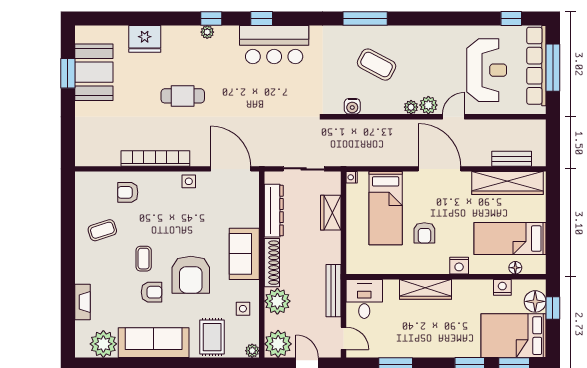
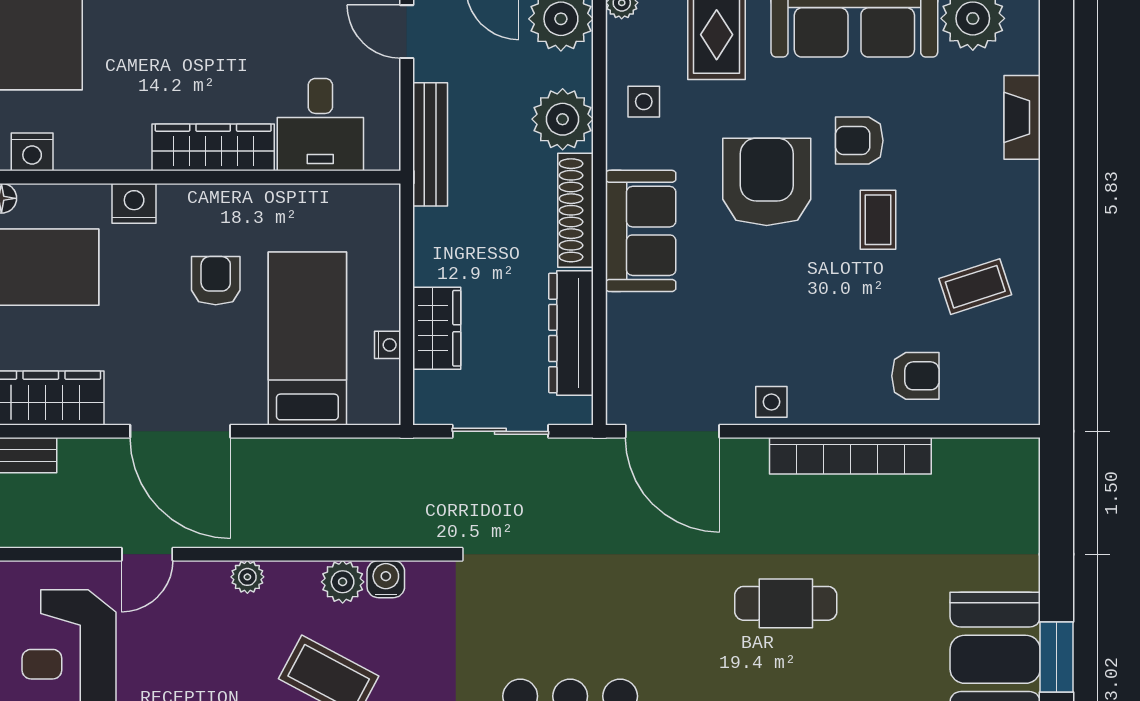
plant: (428, 105) -> (343, 582), moved
nightstand: (352, 177) -> (388, 345), moved
desk: (364, 299) -> (320, 125), moved

